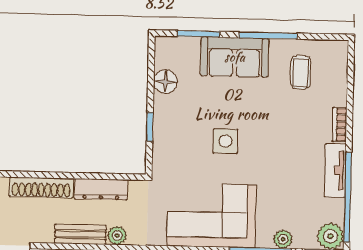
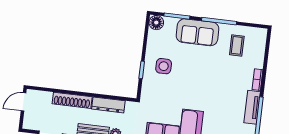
floor lamp: (165, 82) -> (156, 23), moved
side table: (225, 141) -> (164, 66), moved

